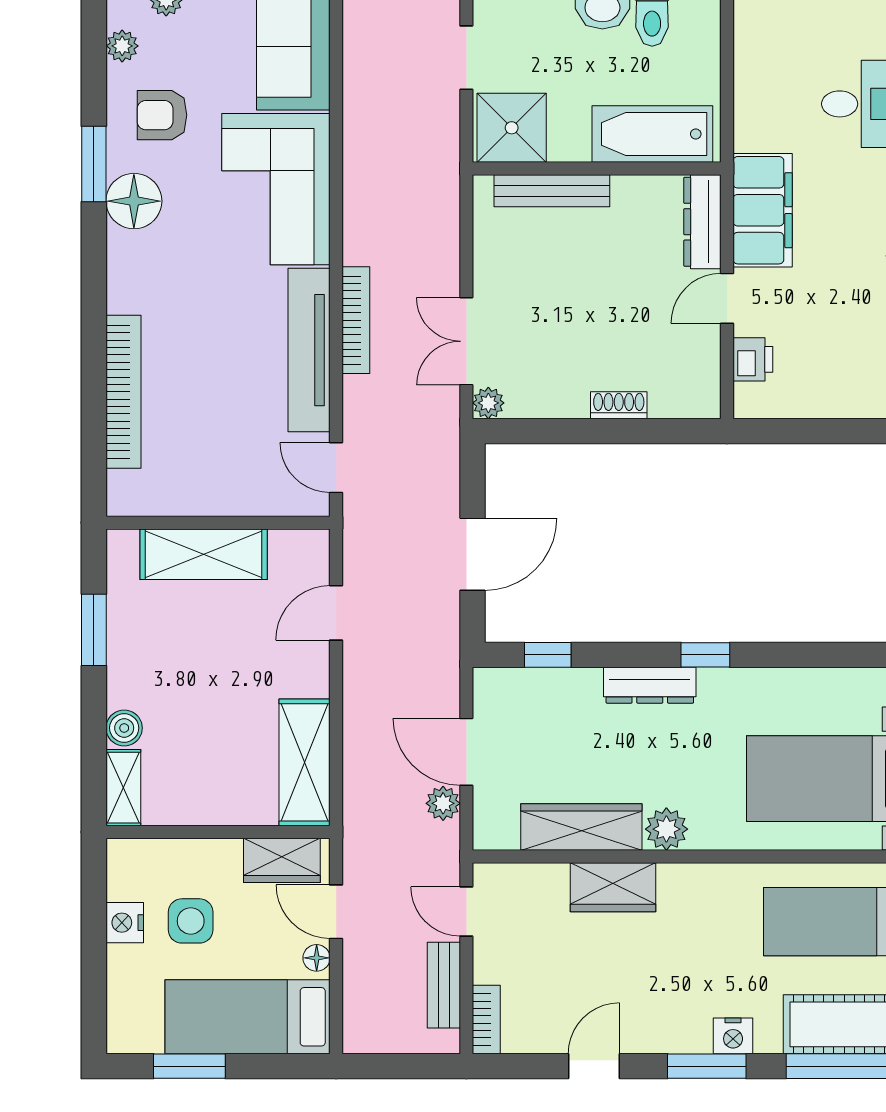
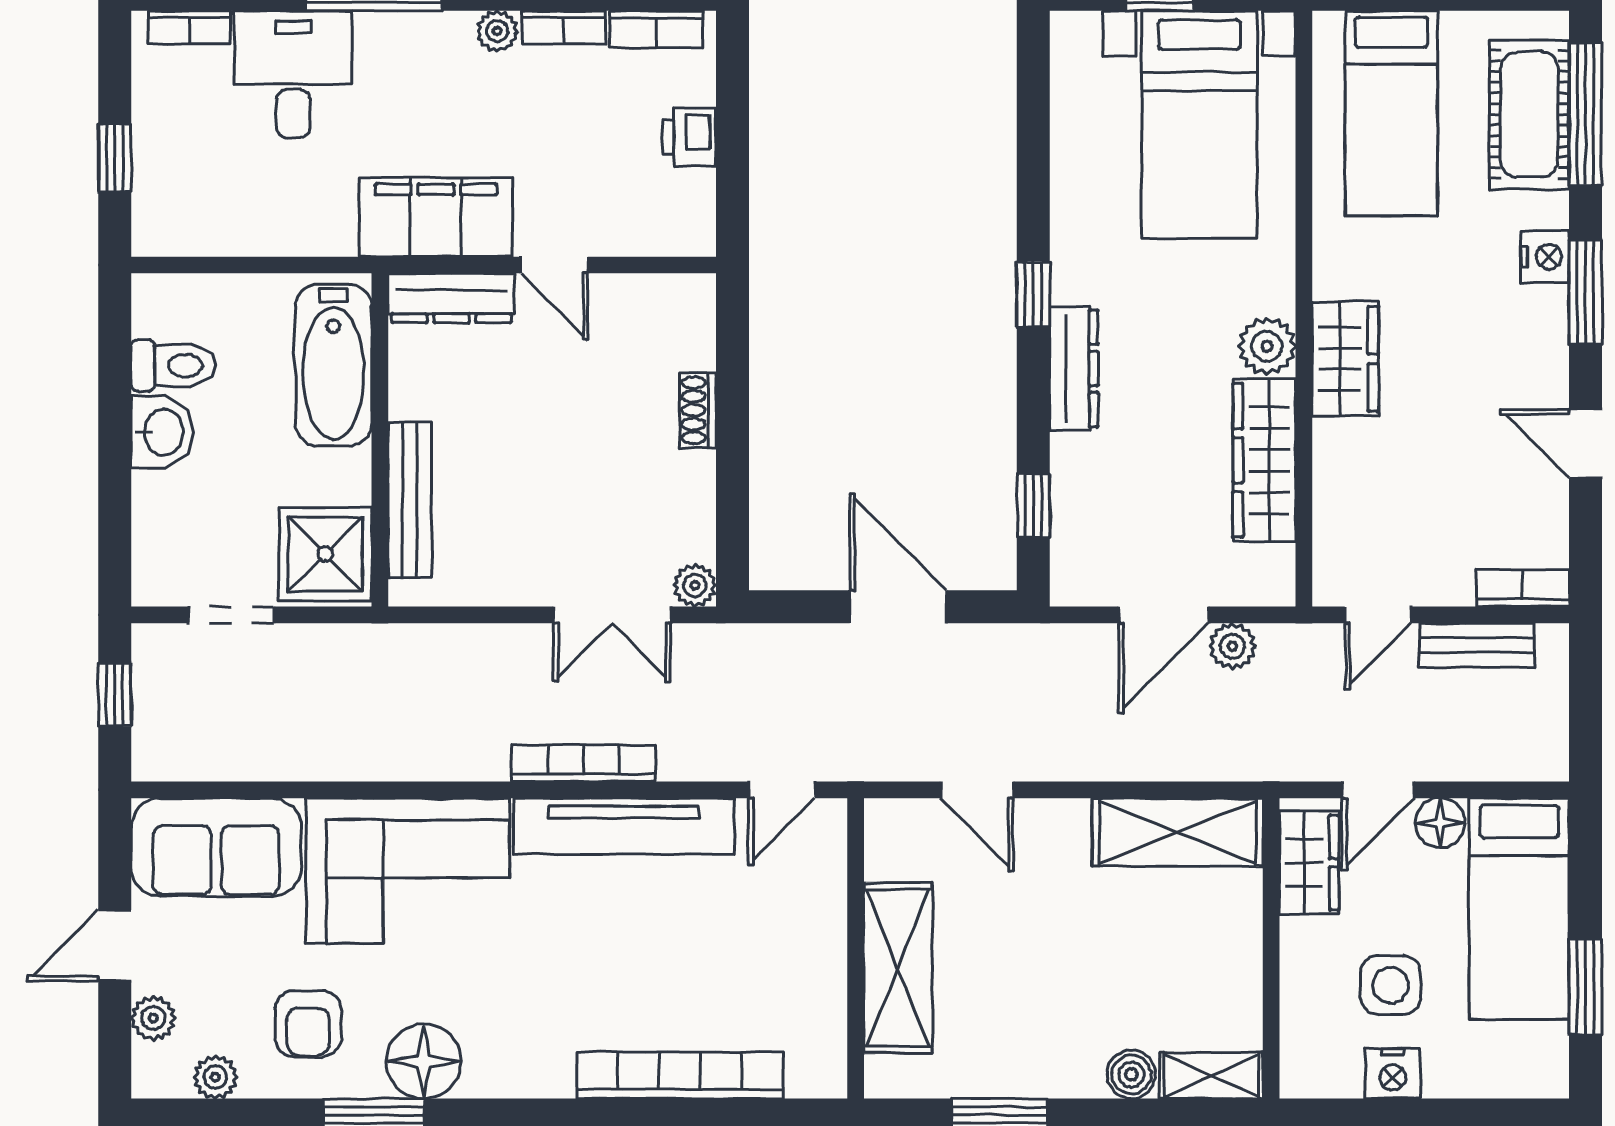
printer: (753, 359) -> (689, 137), moved, turned -90
wardrobe: (613, 887) -> (1345, 359), moved
floor lamp: (317, 958) -> (1440, 823), width x1.37, depth x1.37

